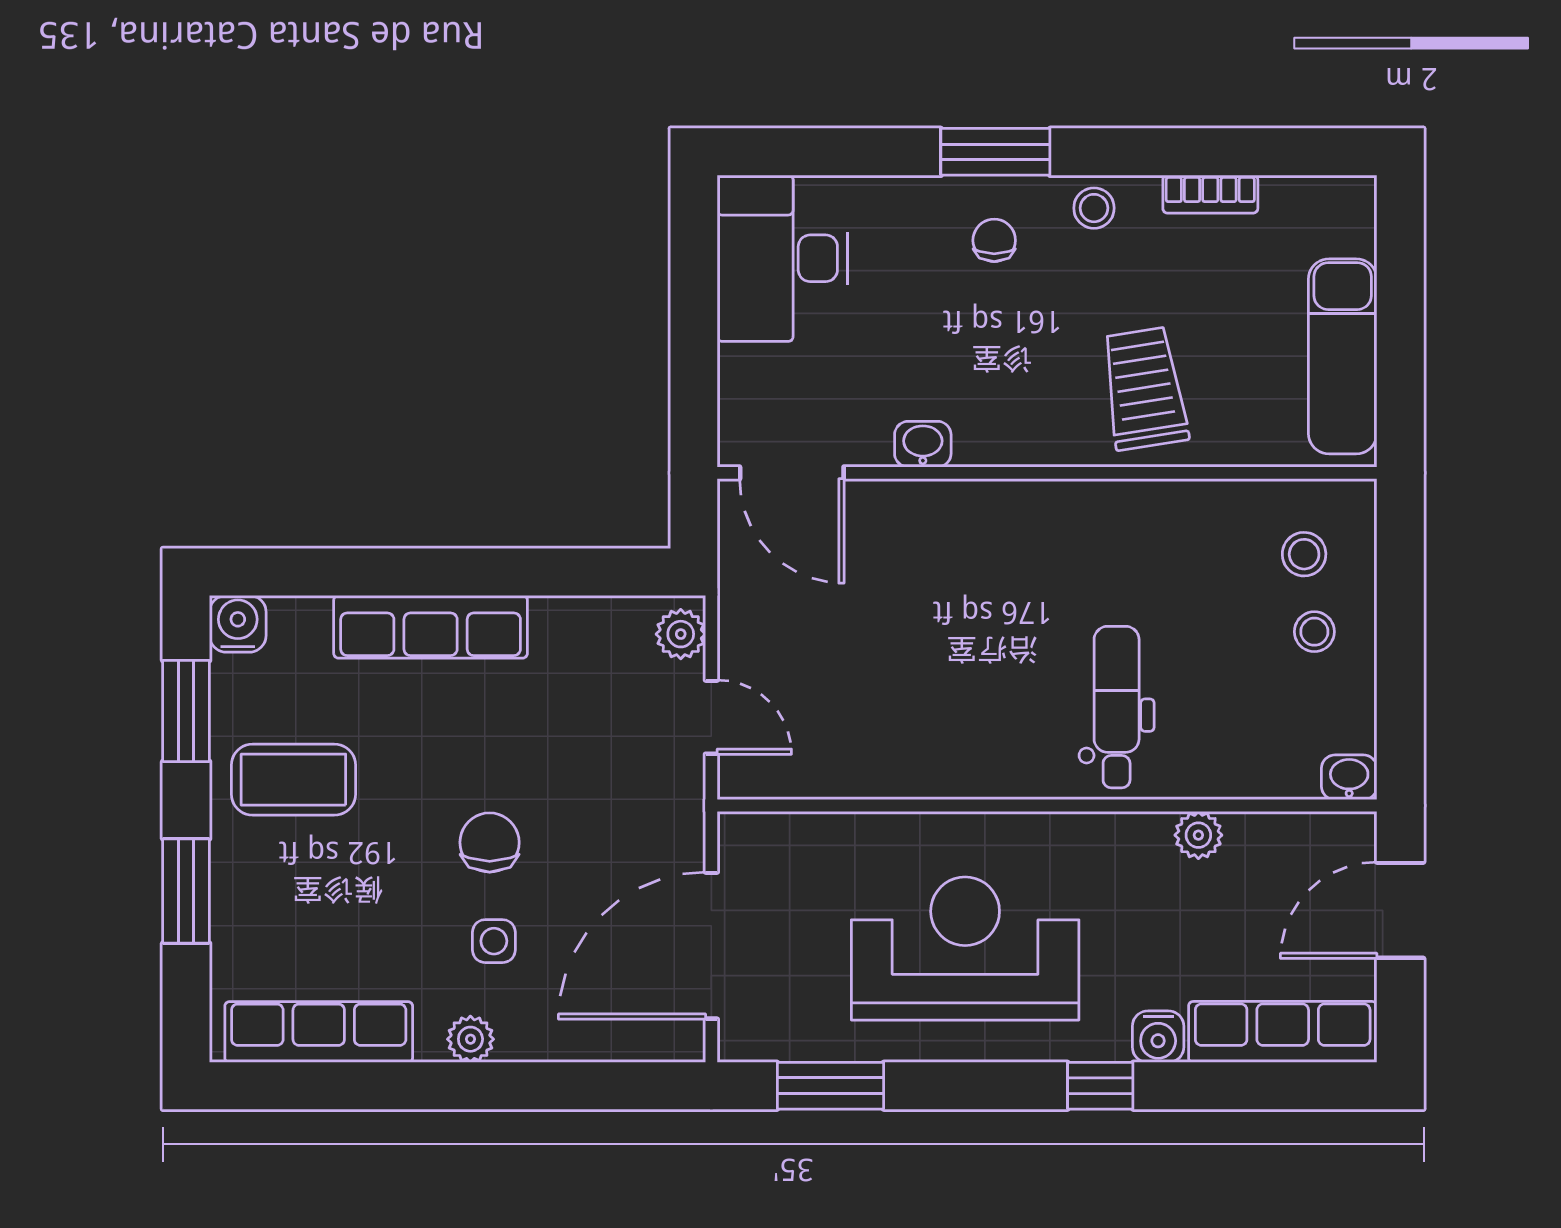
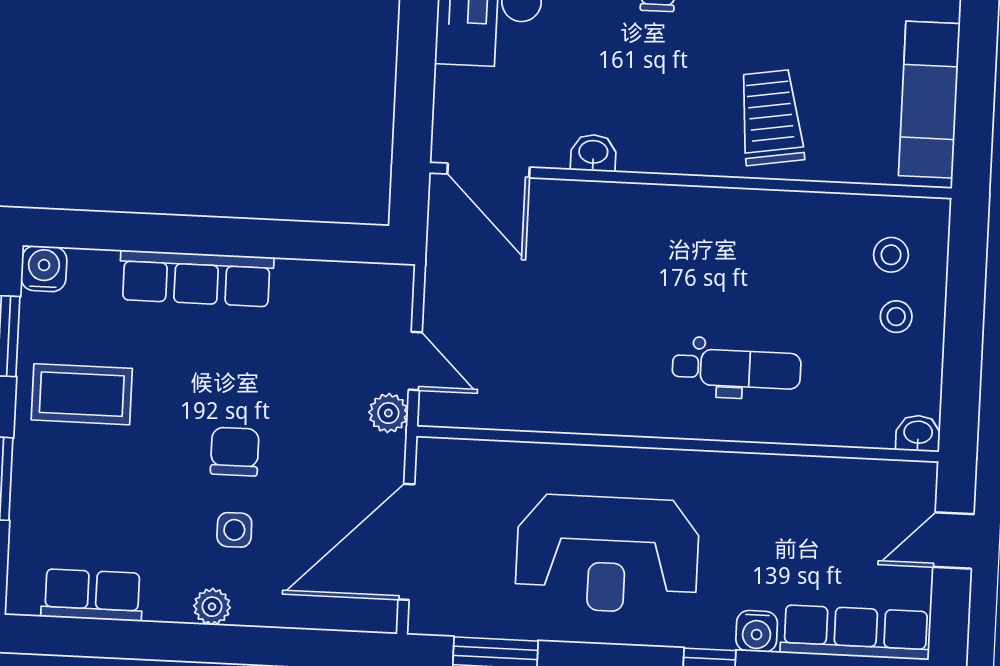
plant: (681, 634) -> (388, 413), moved
dental chair: (1117, 707) -> (737, 369), turned 90
plant: (1198, 835) -> (796, 473), removed
door: (1400, 910) -> (953, 541), width x0.73
reception desk: (965, 949) -> (607, 554), turned 180
row of seats: (319, 1032) -> (92, 595), width x0.68

